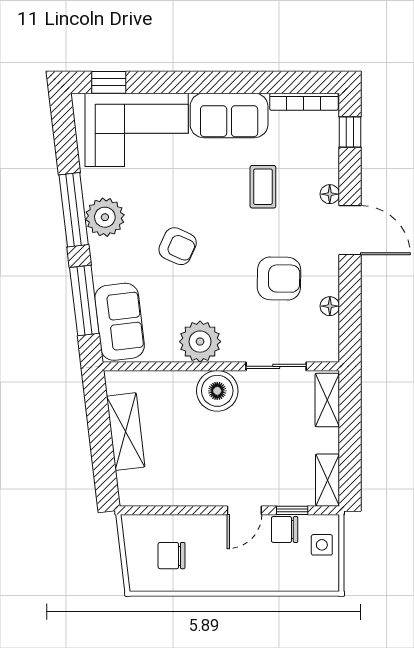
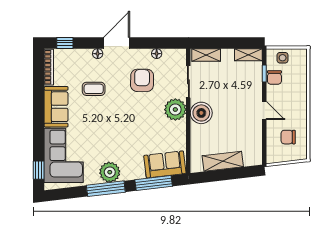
armchair: (178, 246) -> (125, 134), removed
plant: (200, 342) -> (175, 110), moved
door: (244, 510) -> (264, 111), moved
chair: (171, 556) -> (288, 137), turned 90

